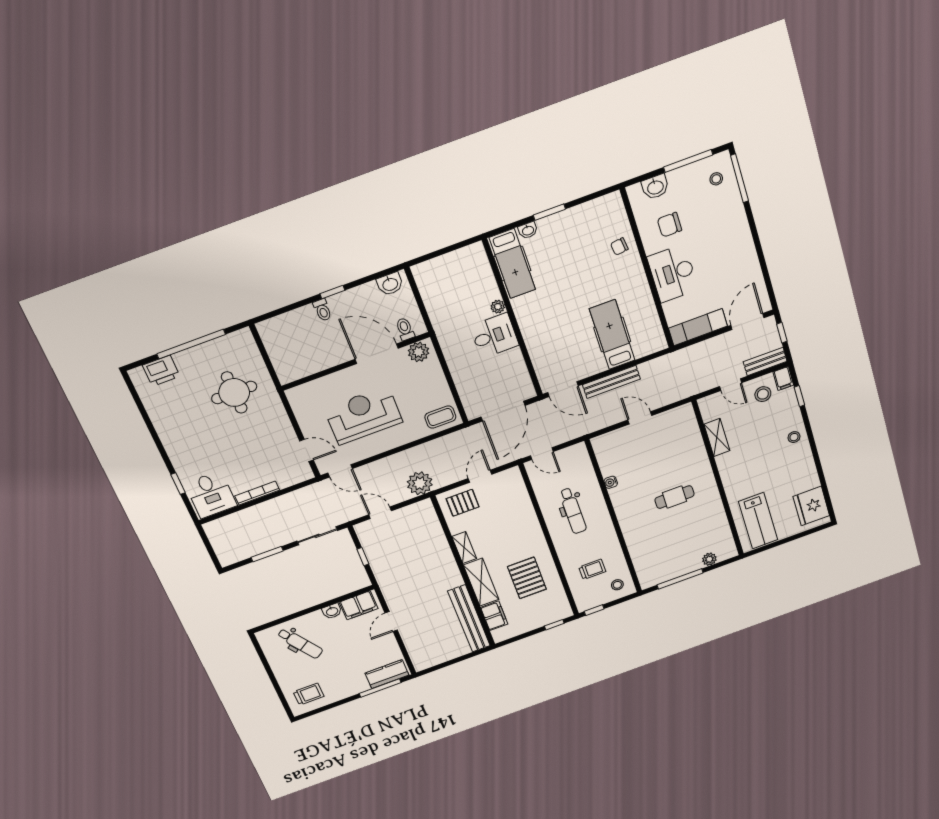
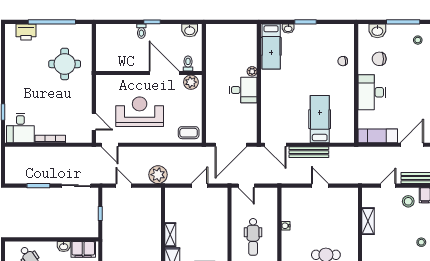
door: (731, 385) -> (388, 186), swing flipped
pallet: (463, 503) -> (181, 200), removed

